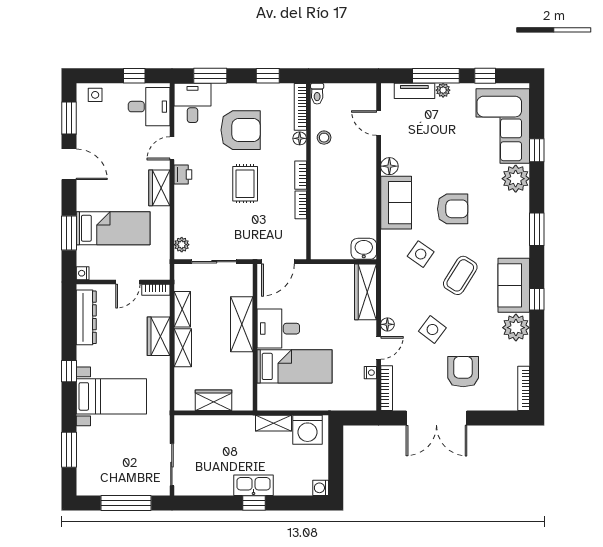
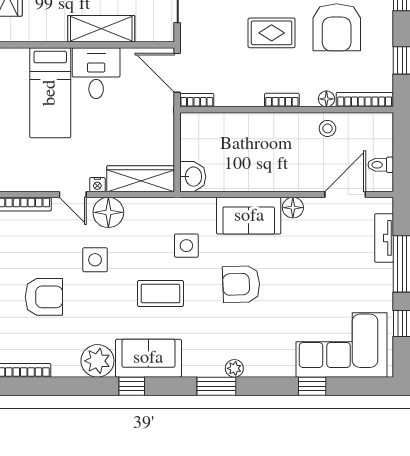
plant: (443, 90) -> (385, 273), removed
toilet: (317, 94) -> (381, 165), moved
door: (379, 123) -> (345, 195), width x1.38
plant: (516, 179) -> (234, 368), moved, width x0.53, depth x0.53
bookcase: (301, 205) -> (197, 100), moved
armchair: (453, 209) -> (241, 284), turned 88
side table: (421, 254) -> (186, 246), turned -35
coffee table: (460, 275) -> (161, 293), turned -32
floor lamp: (387, 324) -> (108, 212), width x1.89, depth x1.89
side table: (432, 329) -> (95, 260), turned -37
nightstand: (370, 373) -> (97, 185), moved

